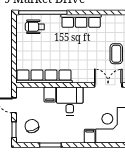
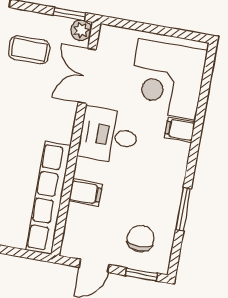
desk: (70, 101) -> (109, 136), moved
chair: (32, 126) -> (141, 238), turned 109

